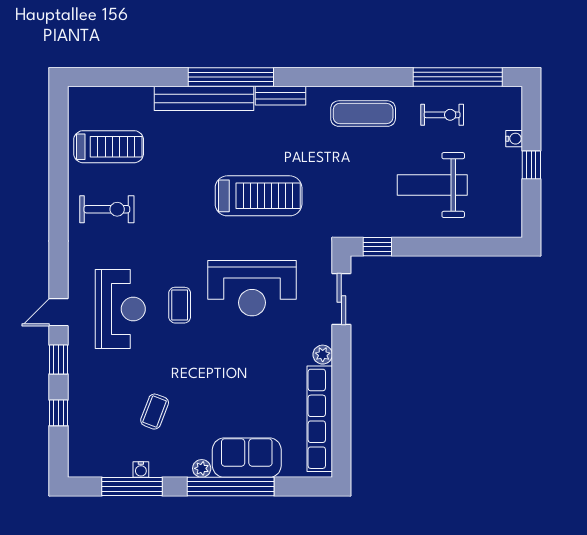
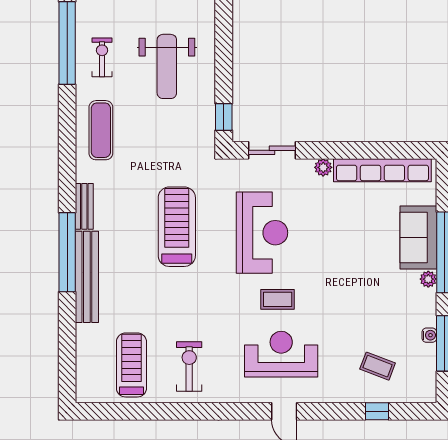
window: (58, 360) -> (328, 411), removed
coffee table: (155, 412) -> (378, 366), moved

